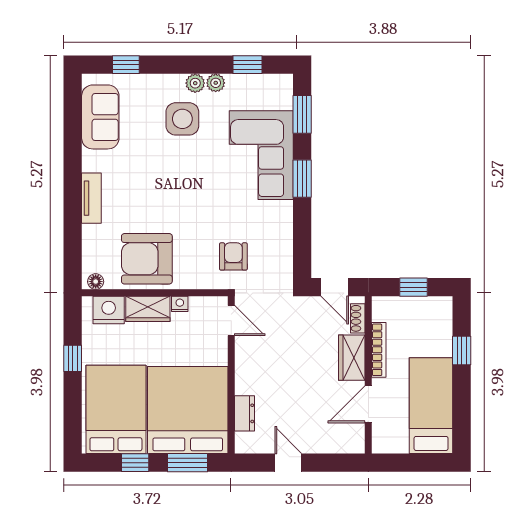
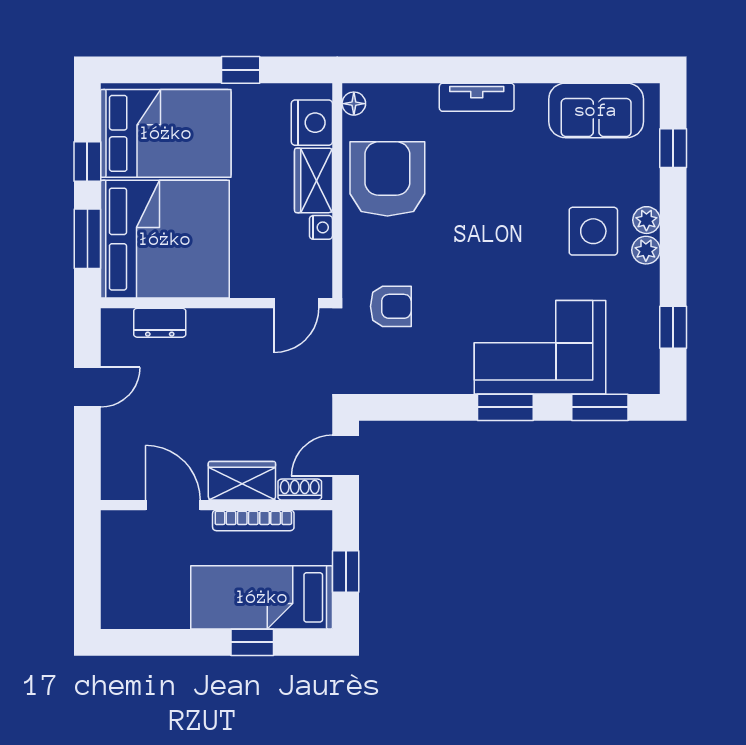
plant: (216, 83) -> (646, 220), moved
bed: (431, 406) -> (262, 597), moved, turned 180

